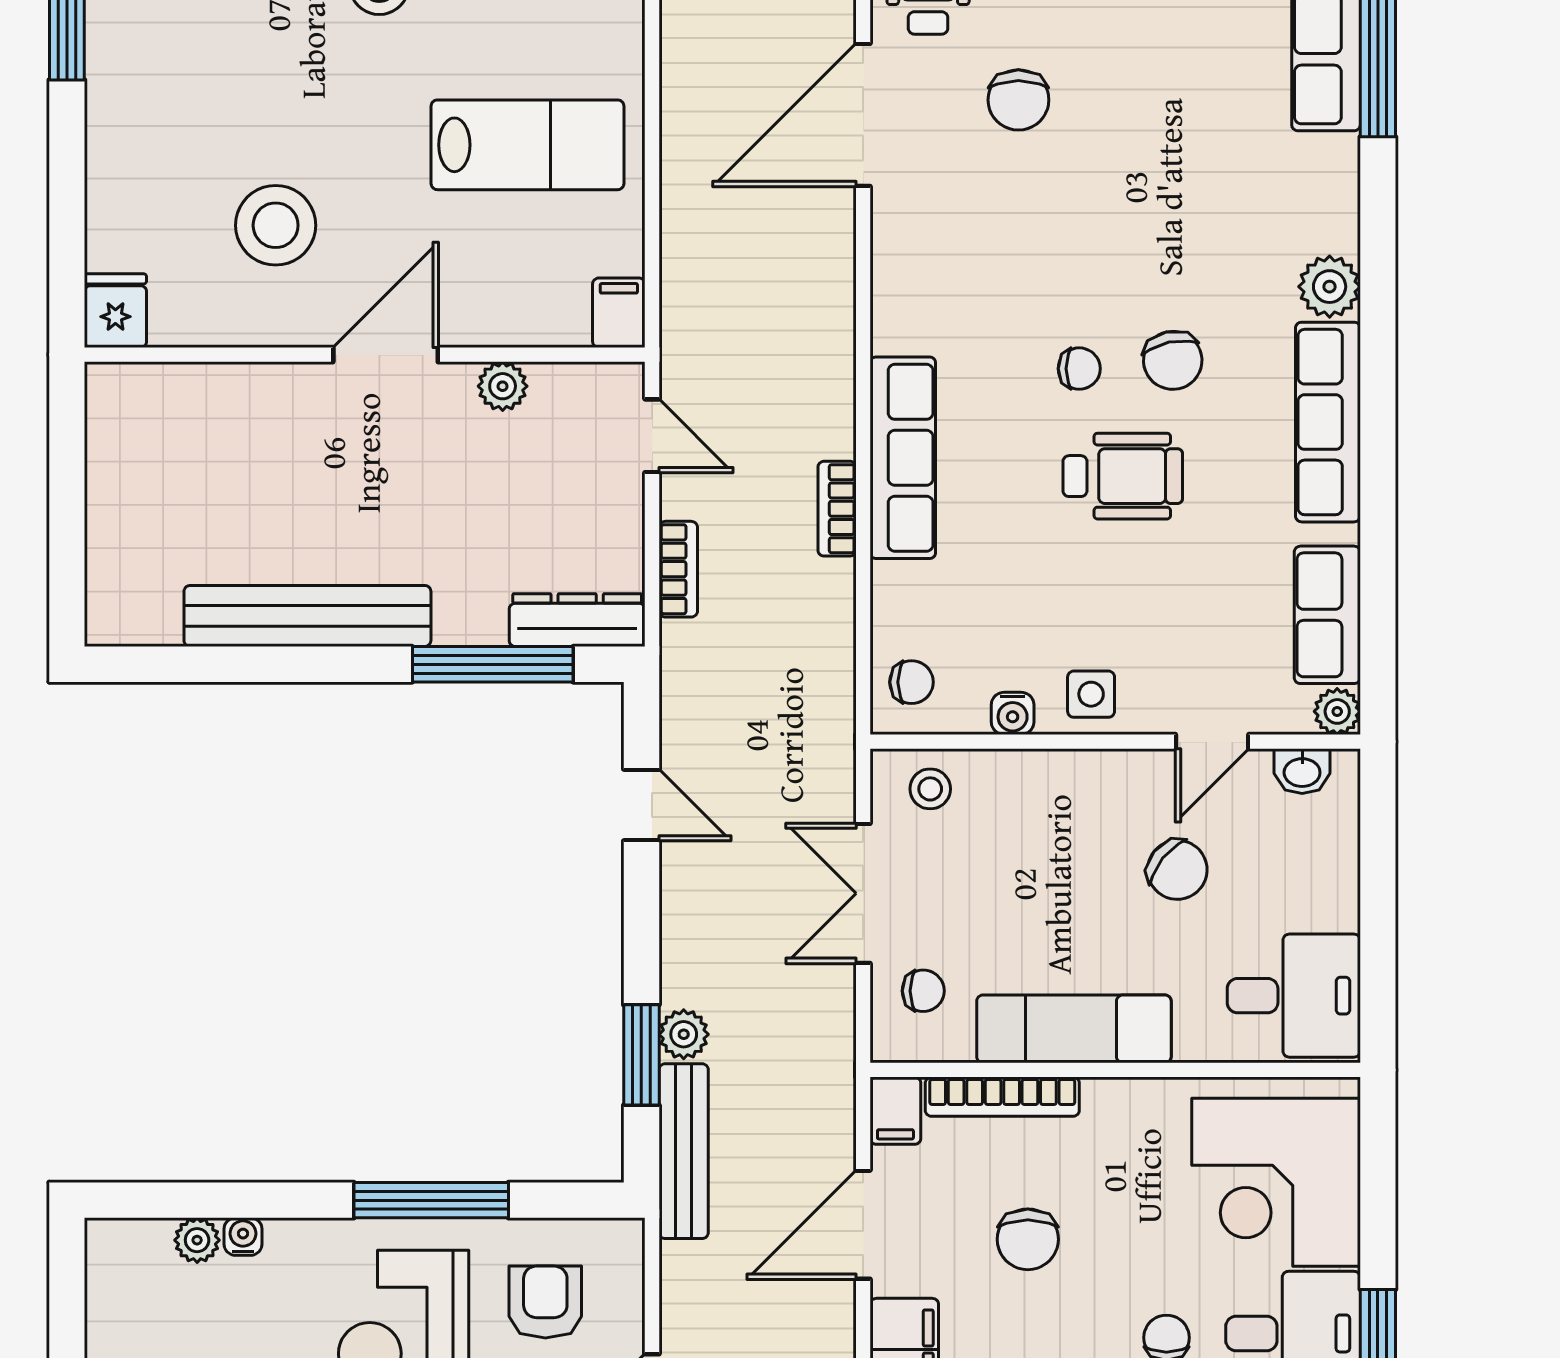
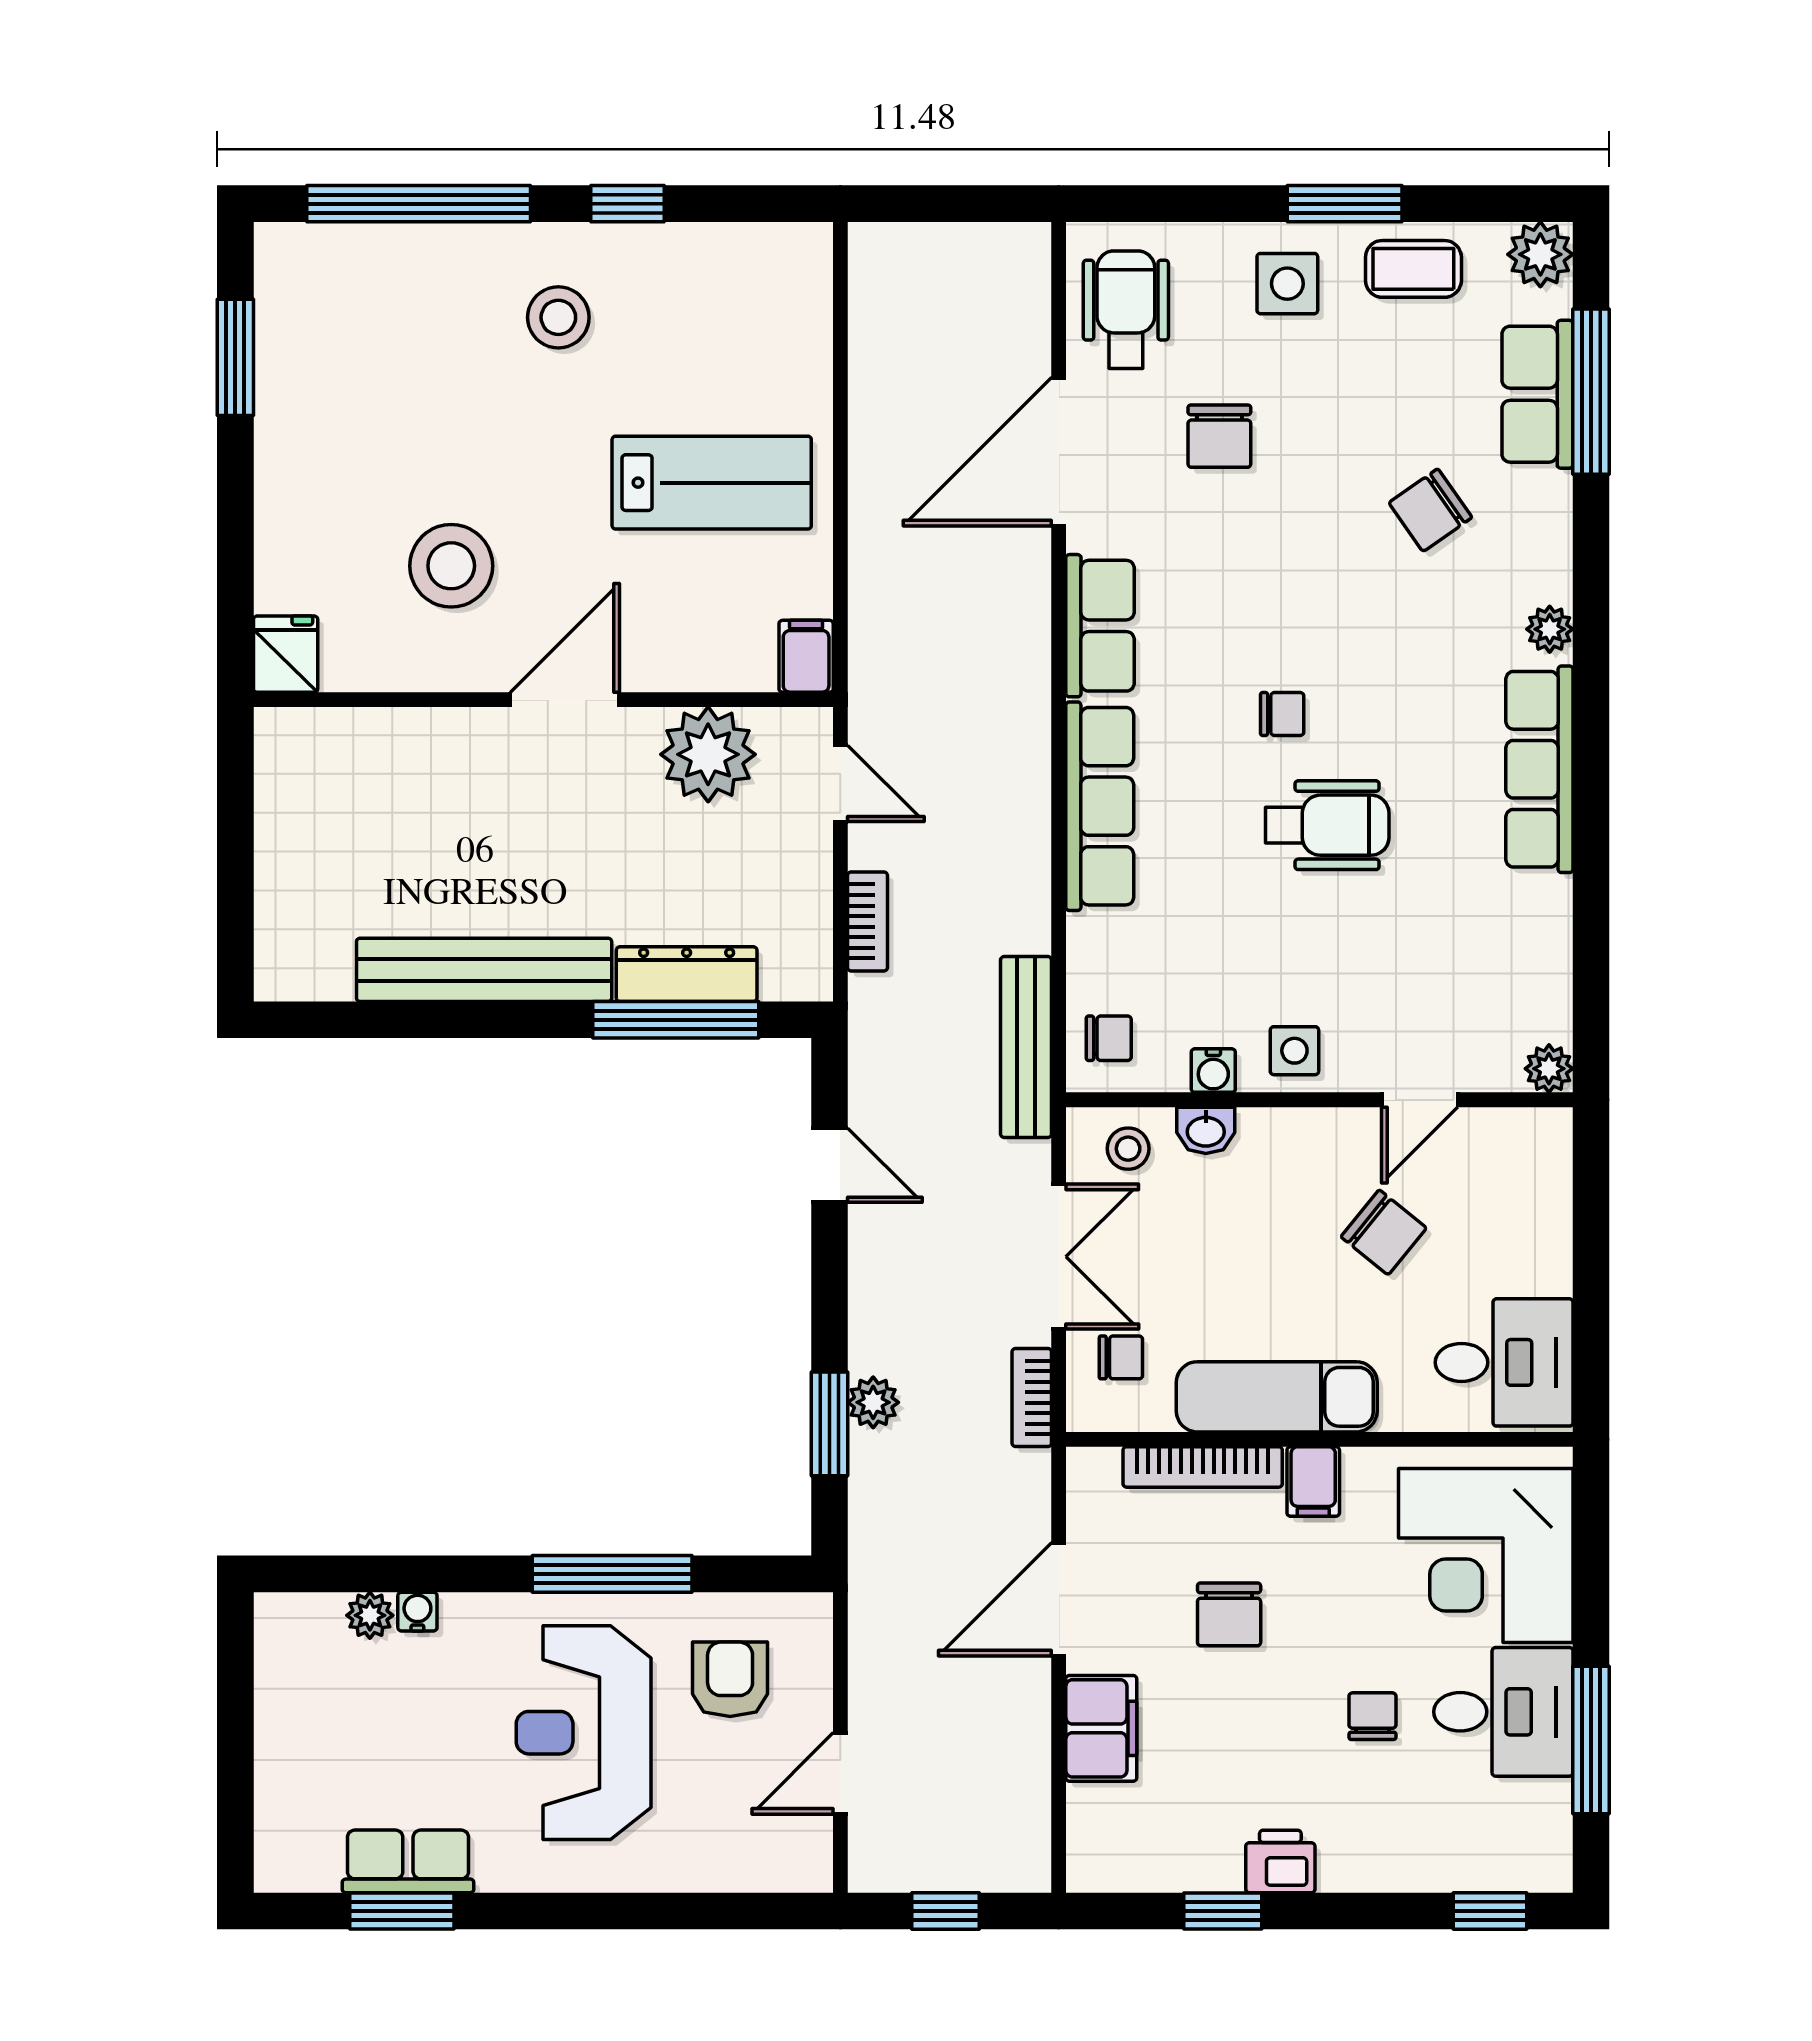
plant: (1330, 287) -> (1550, 629), width x0.73, depth x0.73
chair: (1173, 360) -> (1430, 510), moved, turned 67
plant: (503, 386) -> (708, 754), width x1.88, depth x1.88
bookcase: (837, 509) -> (1032, 1397), moved
row of seats: (1327, 615) -> (1100, 626), moved, turned 180
dresser: (577, 620) -> (687, 974), moved
washbasin: (1302, 771) -> (1206, 1130), moved
double door: (863, 893) -> (1059, 1257), swing flipped
filing cabinet: (895, 1111) -> (1313, 1481), moved
bench: (684, 1151) -> (1026, 1047), moved

